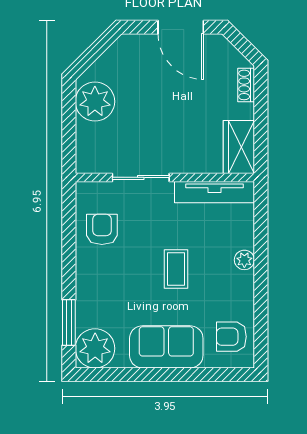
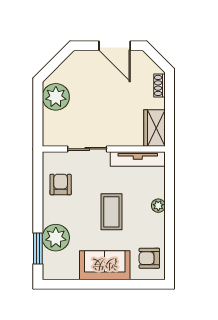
coffee table: (176, 269) -> (111, 212), width x1.36, depth x1.30
plant: (95, 348) -> (56, 238), moved

